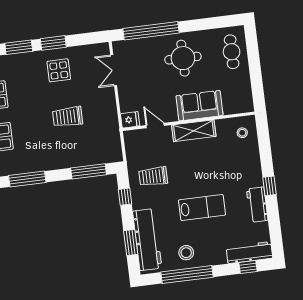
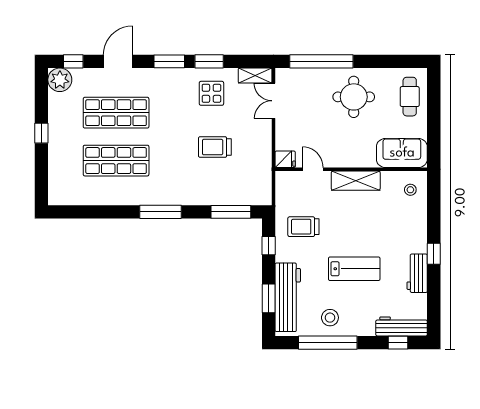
shelving: (95, 50) -> (255, 76), added
sofa: (199, 106) -> (402, 153), moved

